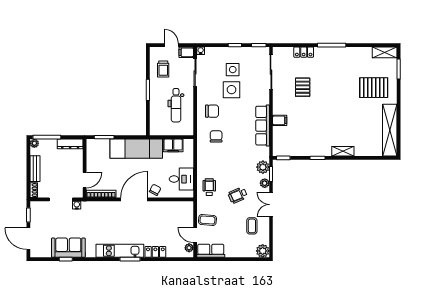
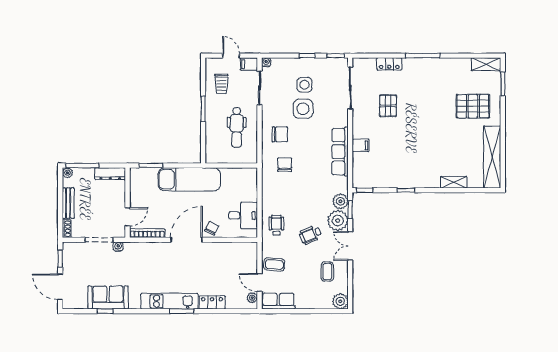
filing cabinet: (173, 145) -> (233, 175), removed
shelving: (343, 151) -> (454, 182), moved
plant: (265, 183) -> (338, 220), width x1.88, depth x1.88

